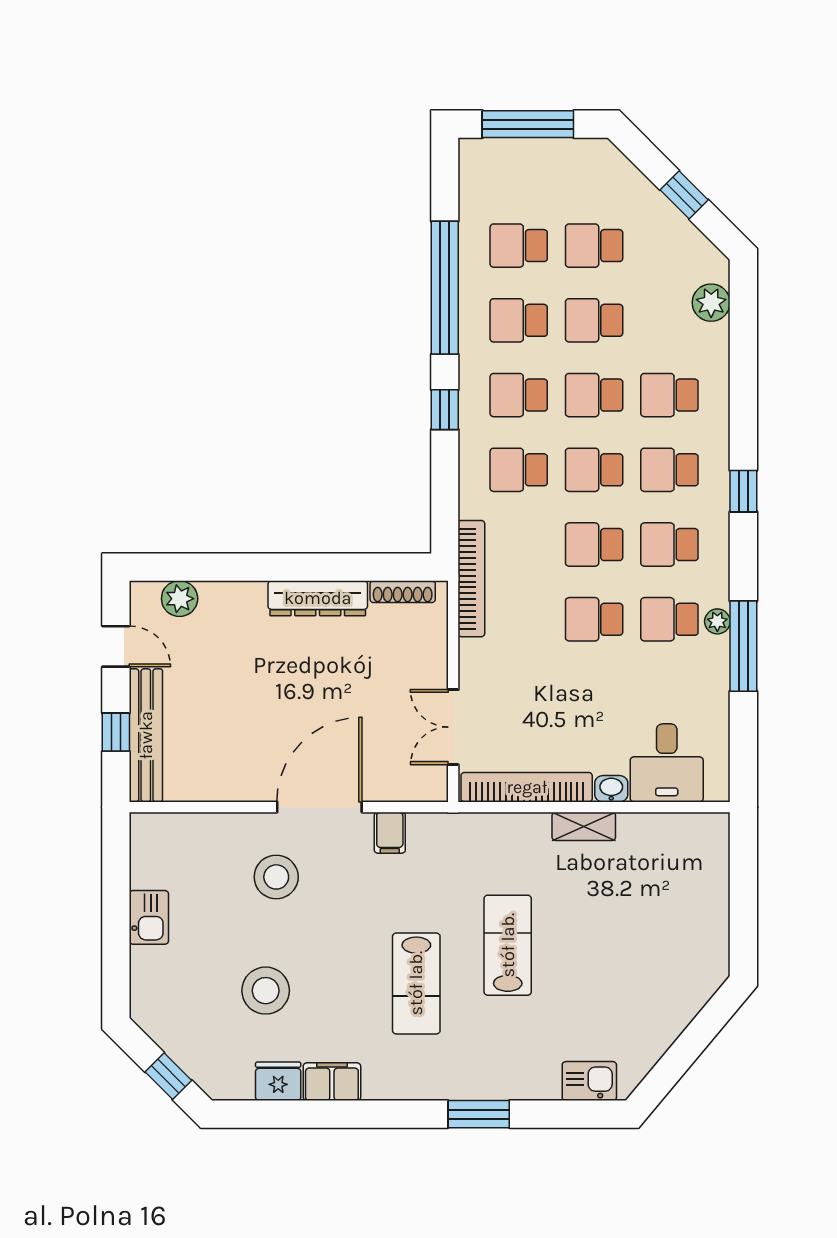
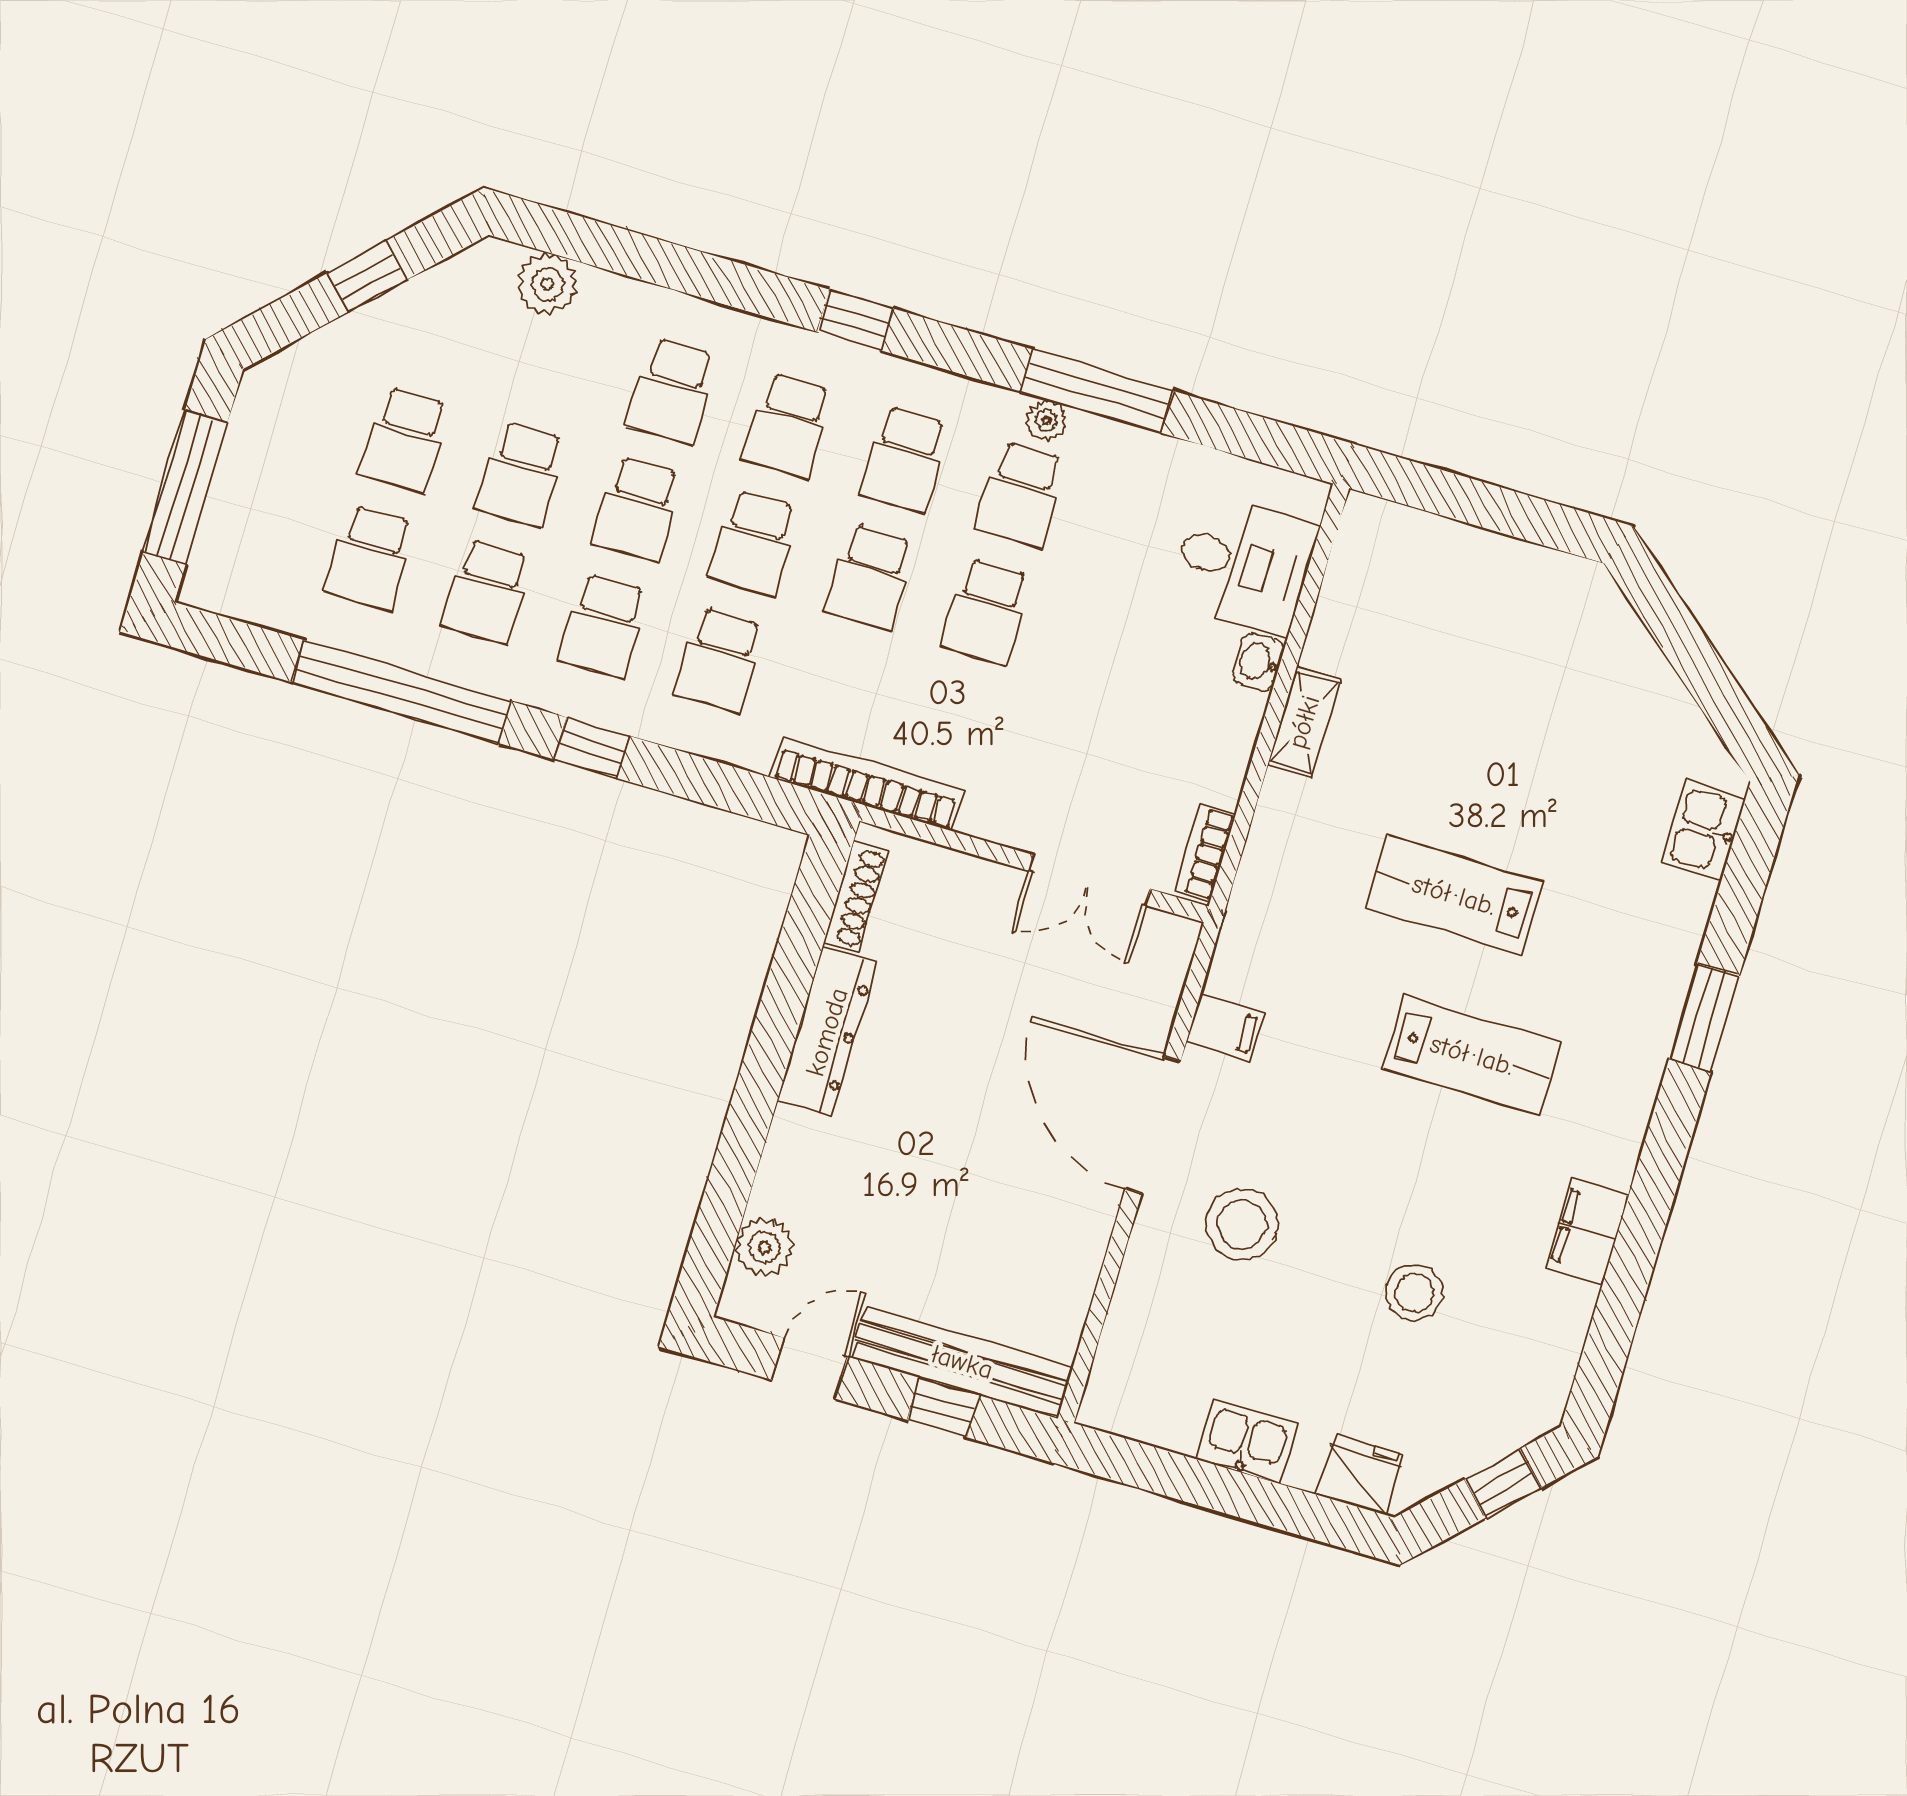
bookcase: (527, 787) -> (1205, 853), width x0.43, depth x0.76
stool: (266, 991) -> (1414, 1293), width x0.73, depth x0.73
fridge: (278, 1081) -> (1360, 1475), moved, turned 90

